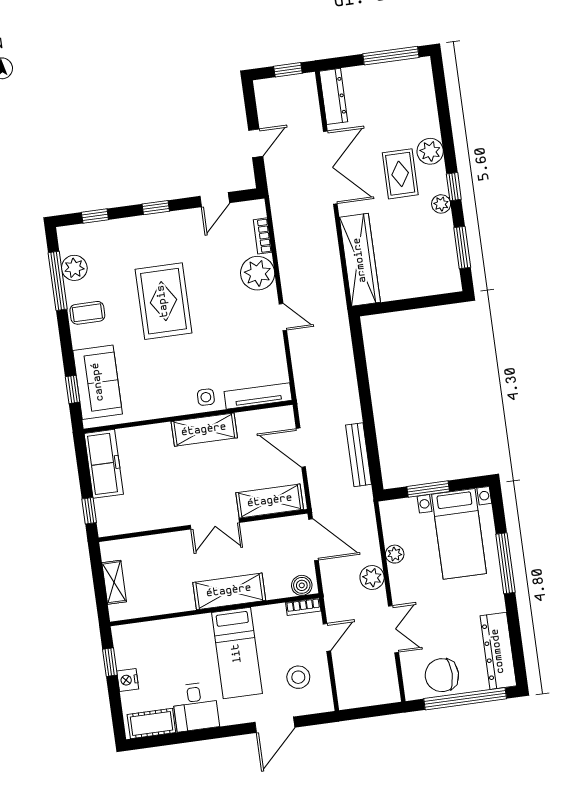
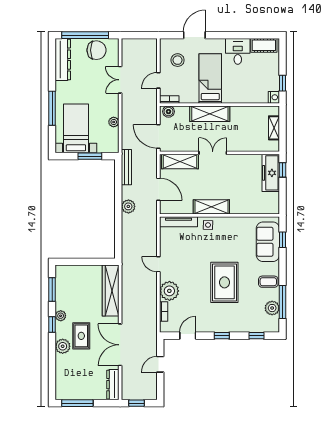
bench: (359, 455) -> (126, 167), moved
freezer: (104, 464) -> (271, 173), moved
plant: (372, 578) -> (128, 206), moved
nightstand: (128, 680) -> (274, 97), moved

